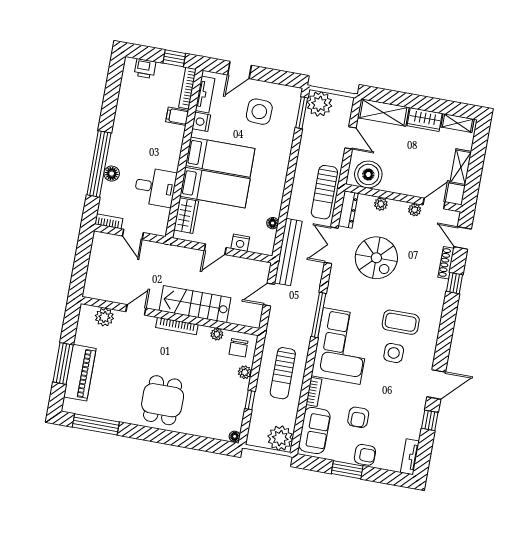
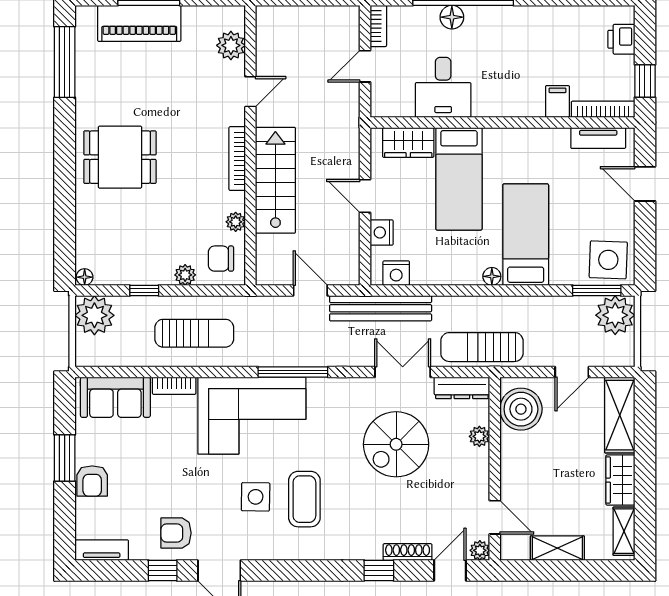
side table: (259, 112) -> (608, 260), moved
nightstand: (201, 122) -> (396, 273), moved, turned 180
bed: (220, 157) -> (526, 235), moved, turned 180
plant: (415, 210) -> (480, 550), moved
floor lamp: (273, 223) -> (492, 276), moved
door: (136, 310) -> (250, 92), hinge flipped
sun lounger: (283, 373) -> (194, 333), turned 180
armchair: (358, 417) -> (176, 533), moved
plant: (280, 438) -> (94, 315), moved

